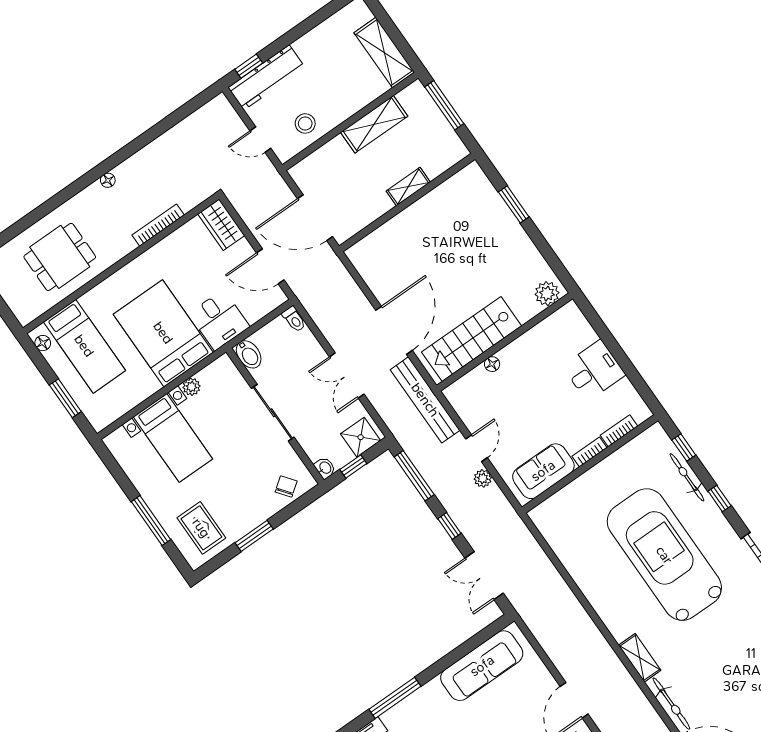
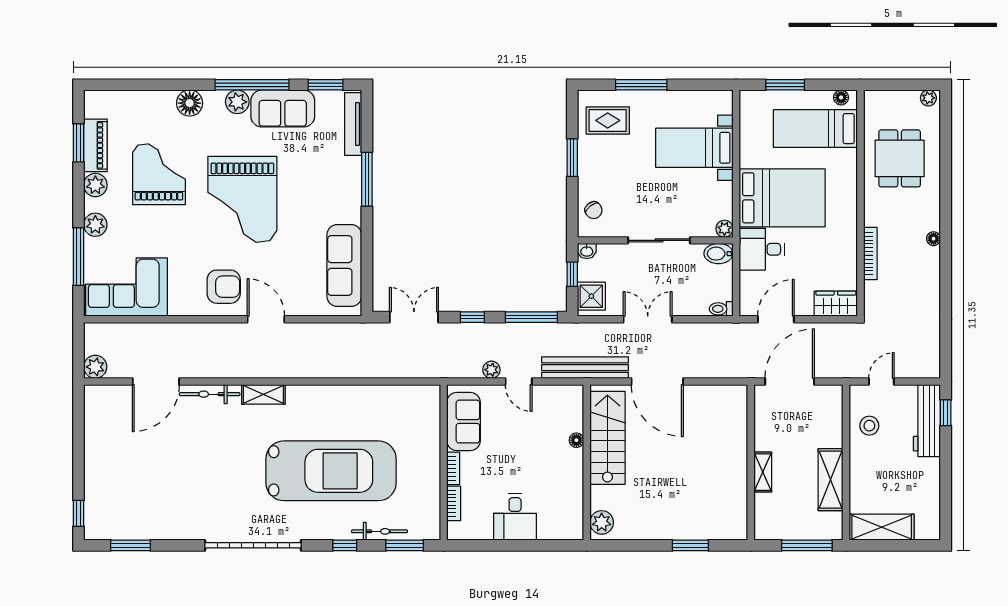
plant: (191, 387) -> (724, 229), moved
window: (684, 447) -> (405, 545), width x1.50

